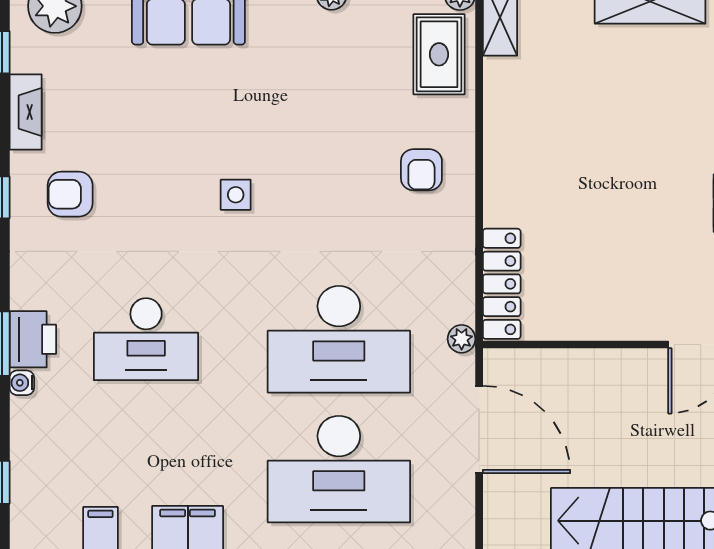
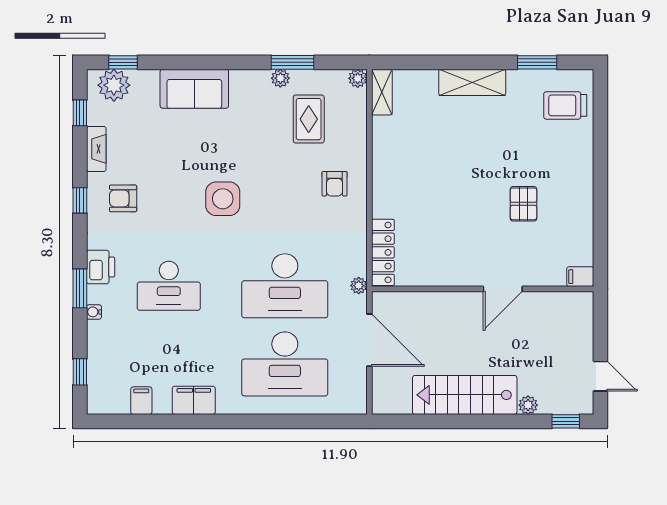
rug: (439, 54) -> (309, 119), moved
side table: (236, 195) -> (223, 199), width x1.87, depth x1.87
printer: (33, 339) -> (101, 267), moved

